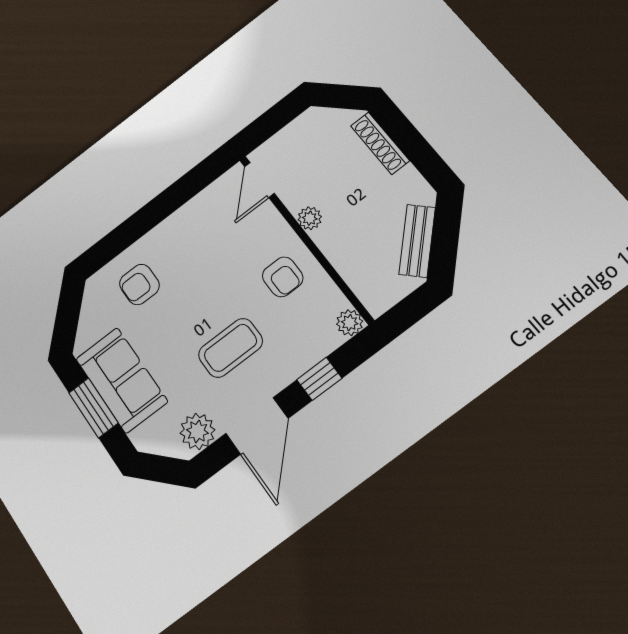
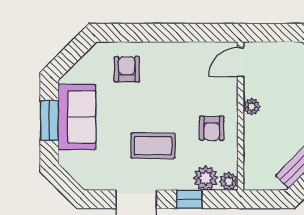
armchair: (139, 284) -> (127, 69), turned 90
plant: (197, 431) -> (206, 178), moved

